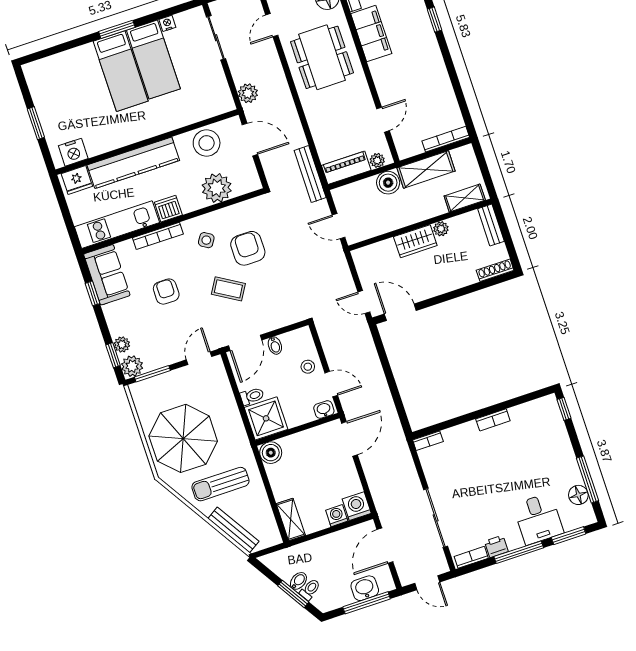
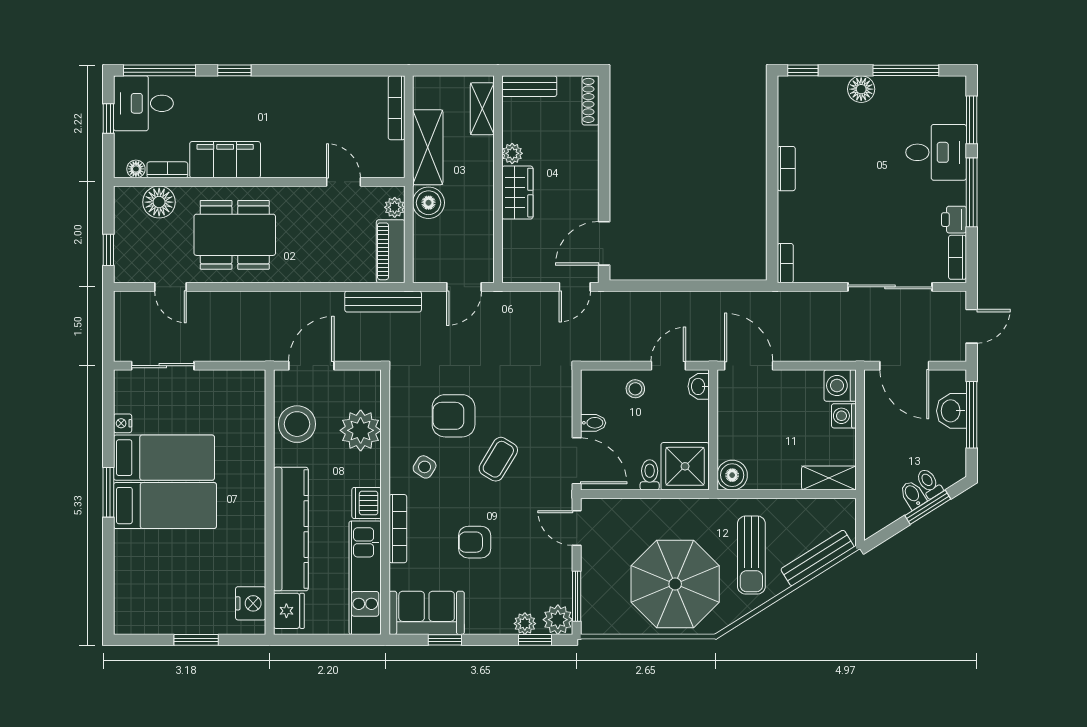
plant: (248, 93) -> (250, 348), removed
floor lamp: (578, 495) -> (861, 89), moved

